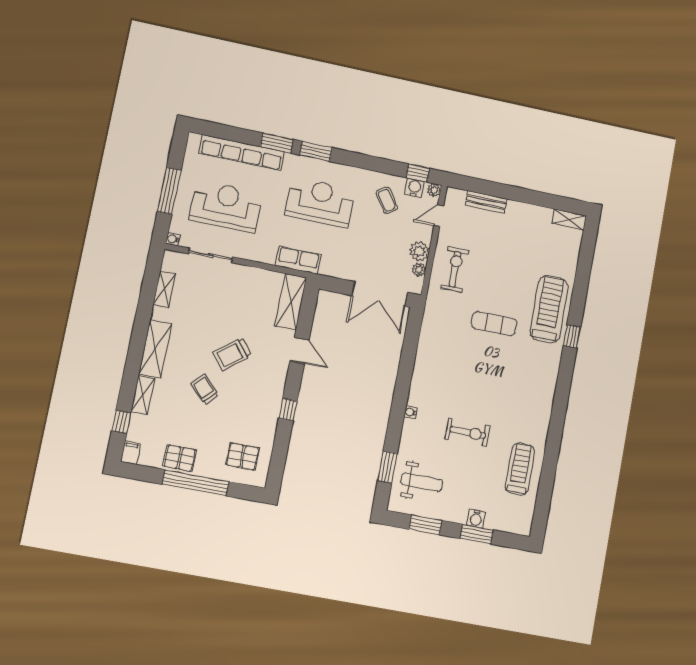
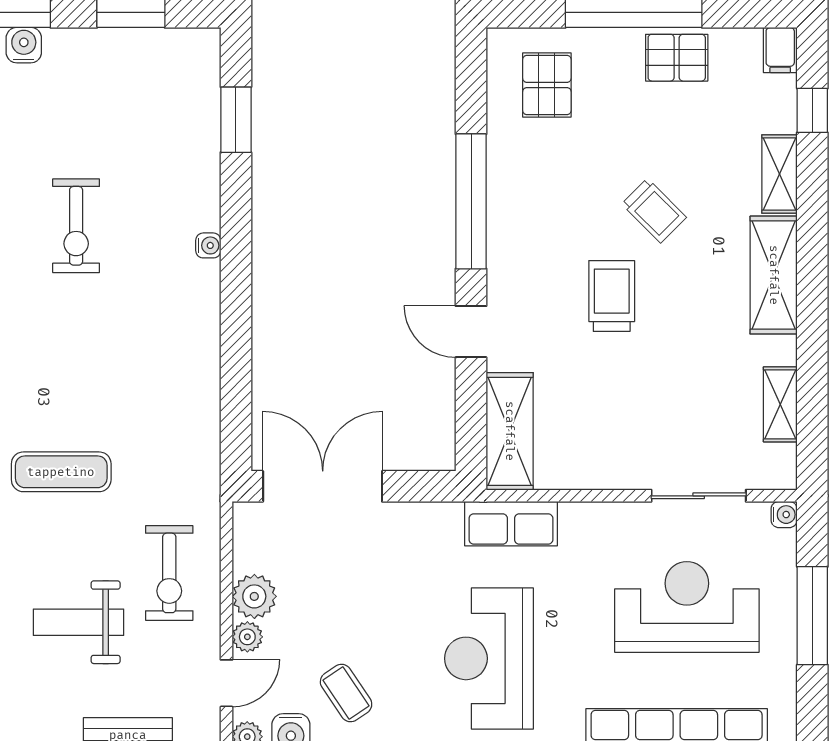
reception desk: (320, 202) -> (489, 658), turned 90
reception desk: (226, 207) -> (687, 607), turned 180
plant: (419, 270) -> (247, 637), moved
trolley: (232, 354) -> (612, 296), turned -51
window: (288, 410) -> (471, 201), width x3.17
exercise bike: (468, 432) -> (76, 226), turned -90
pallet: (243, 457) -> (547, 85), turned 90
weight bench: (422, 482) -> (78, 622), moved

